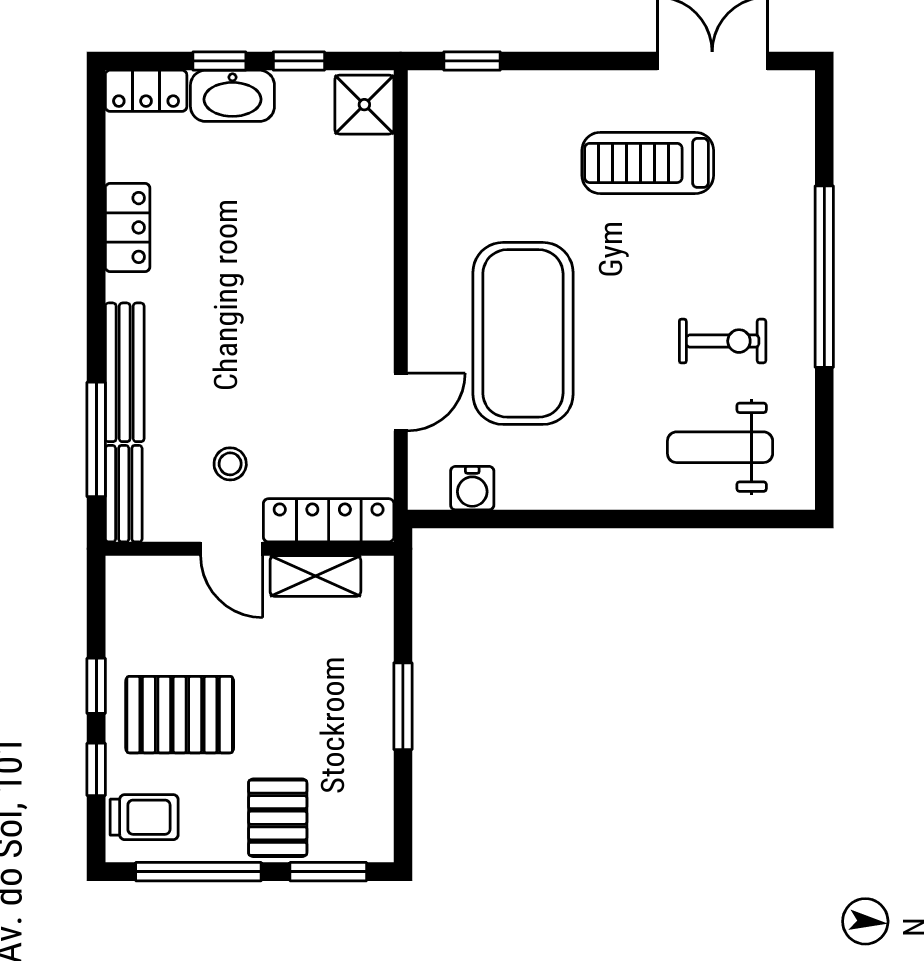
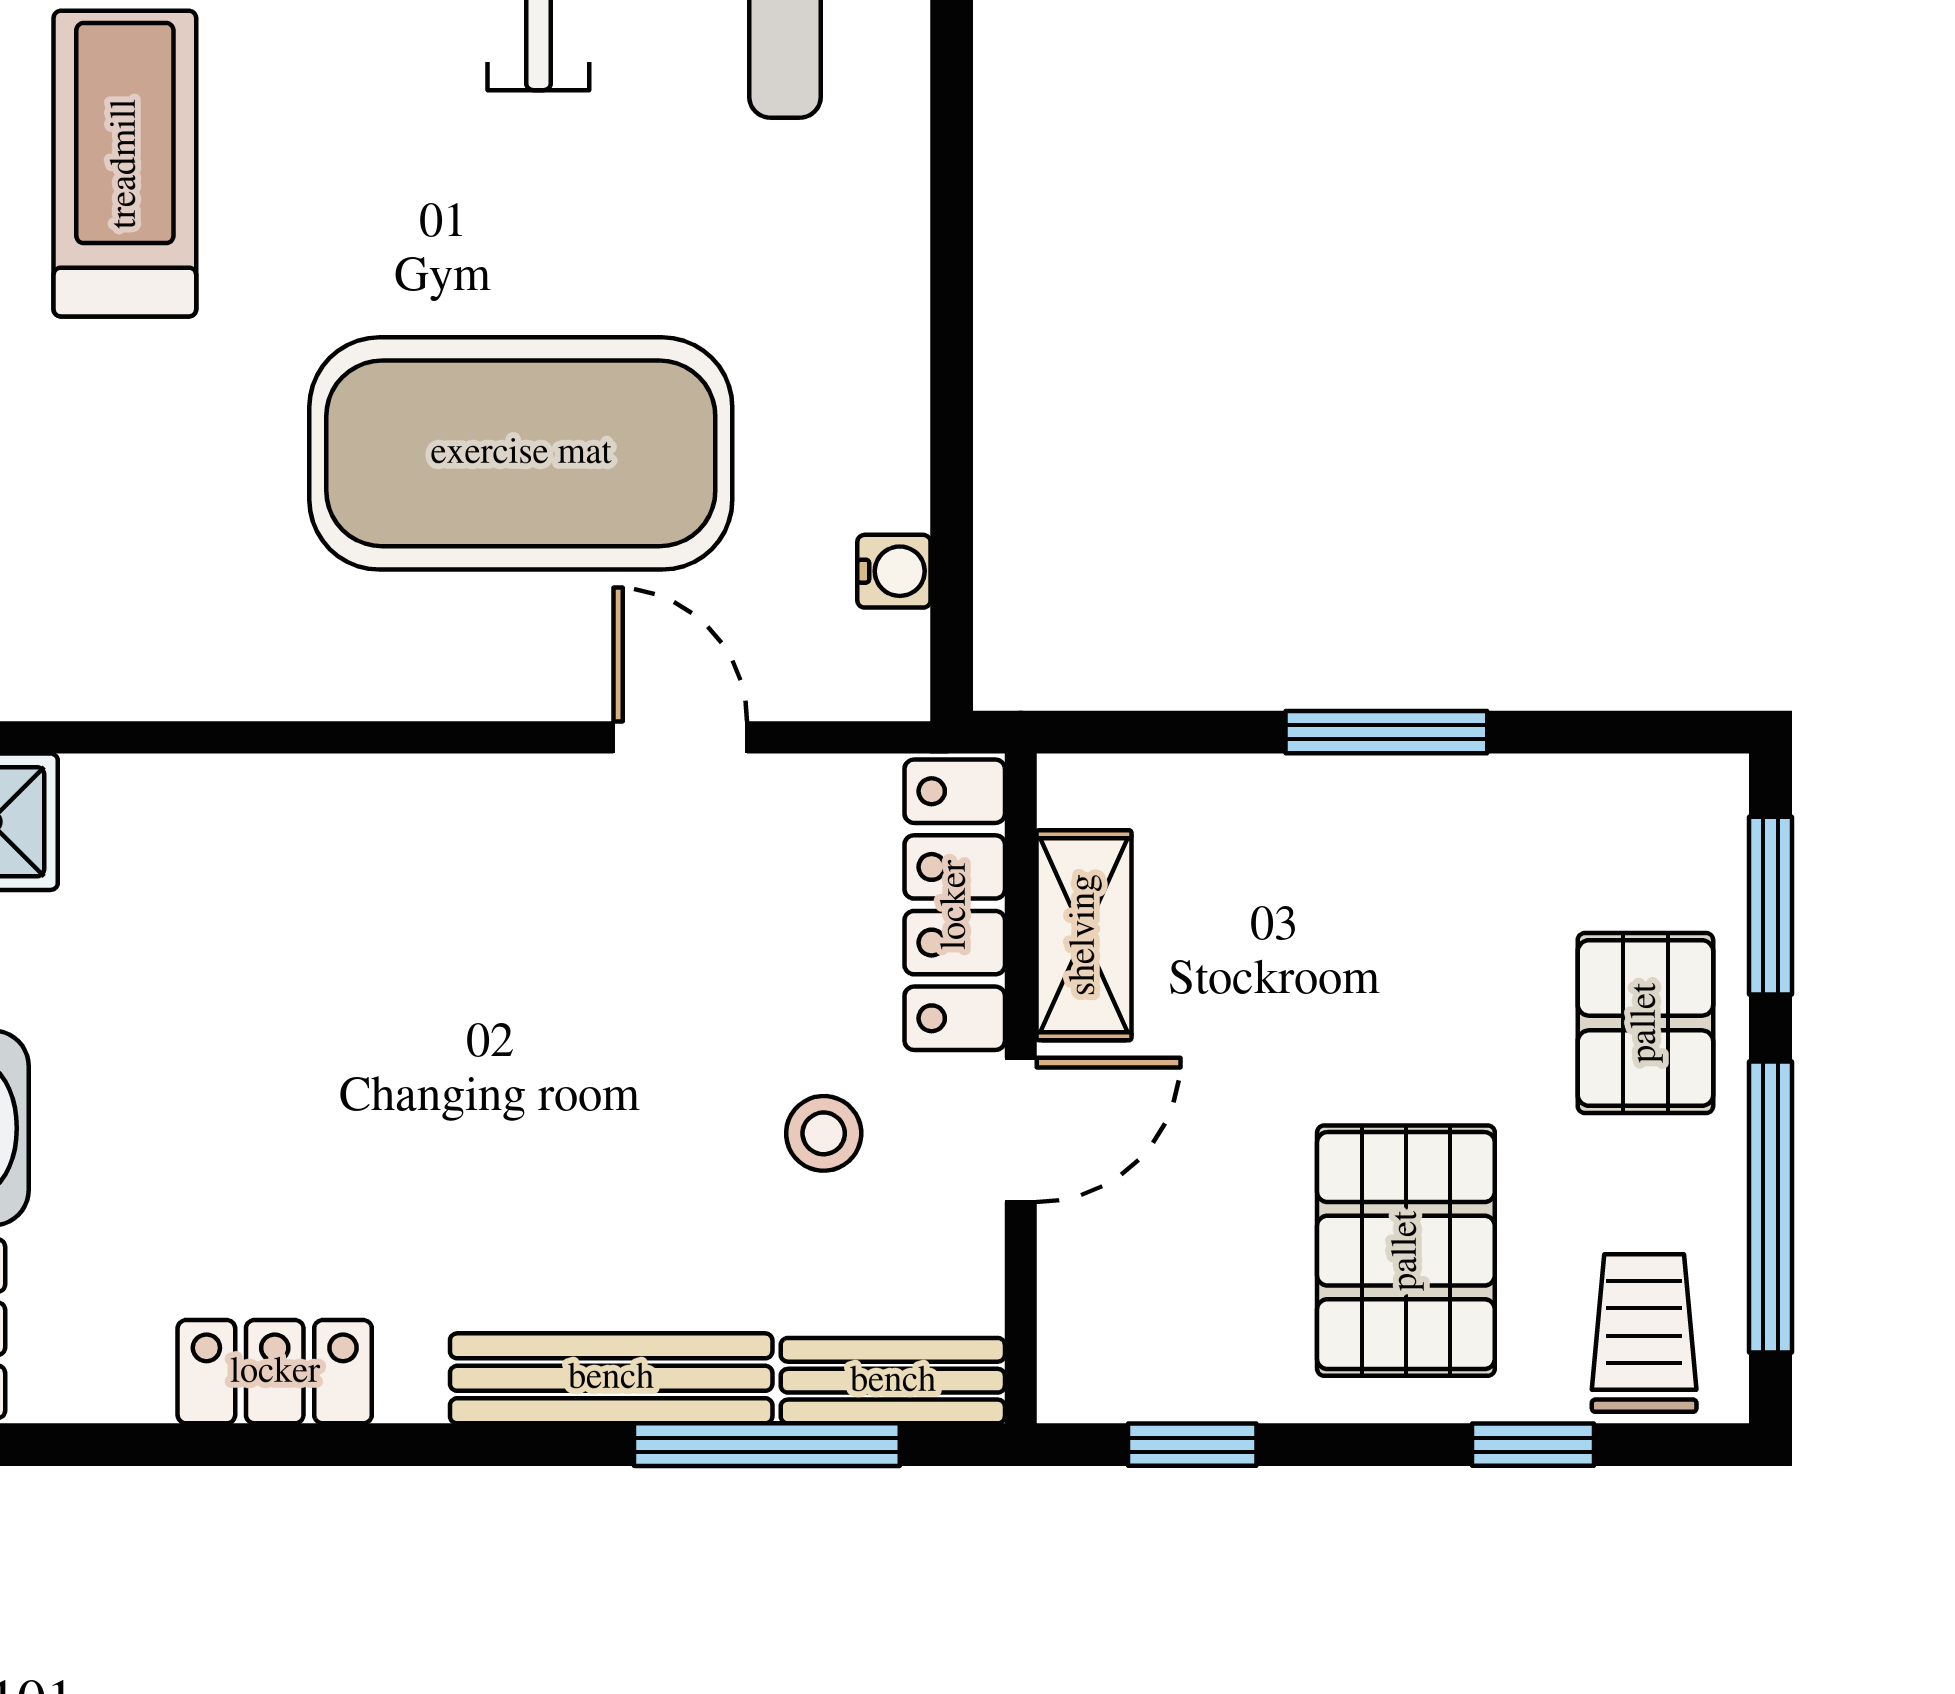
treadmill: (648, 163) -> (125, 164), turned 180
water cooler: (472, 488) -> (894, 571), width x0.72, depth x0.72
window: (96, 686) -> (1192, 1445), moved
pallet: (278, 818) -> (1645, 1023), turned 90

